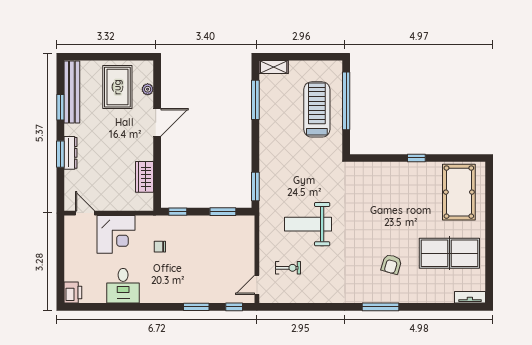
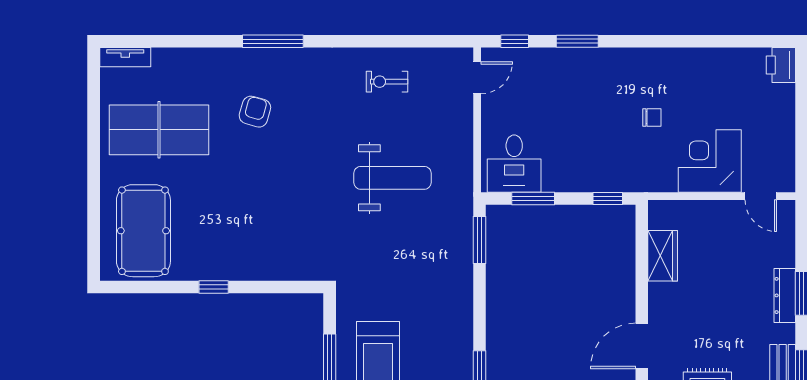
chair: (160, 247) -> (652, 118), moved
exercise bike: (288, 268) -> (387, 82), moved
desk: (123, 286) -> (514, 164), moved, turned 180

